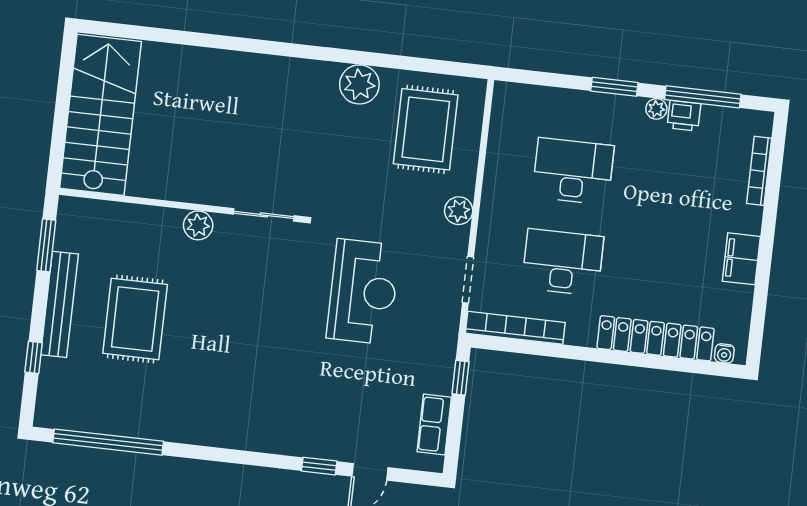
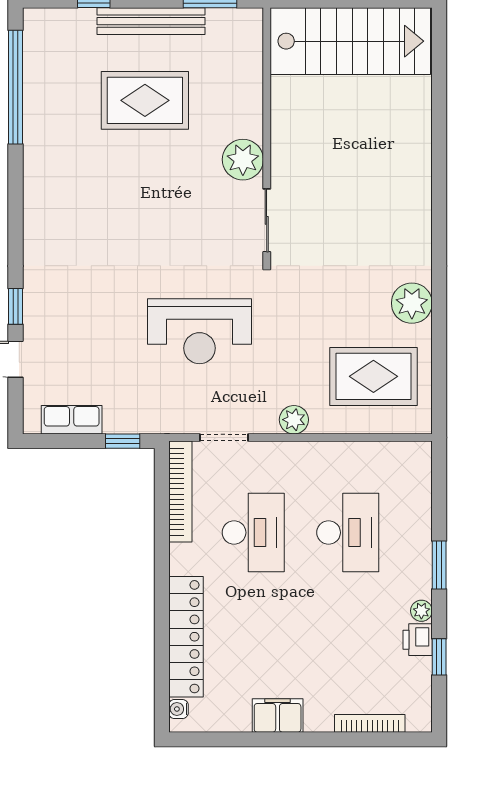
window: (703, 97) -> (439, 657), width x0.46
plant: (198, 225) -> (243, 160), width x1.36, depth x1.36

